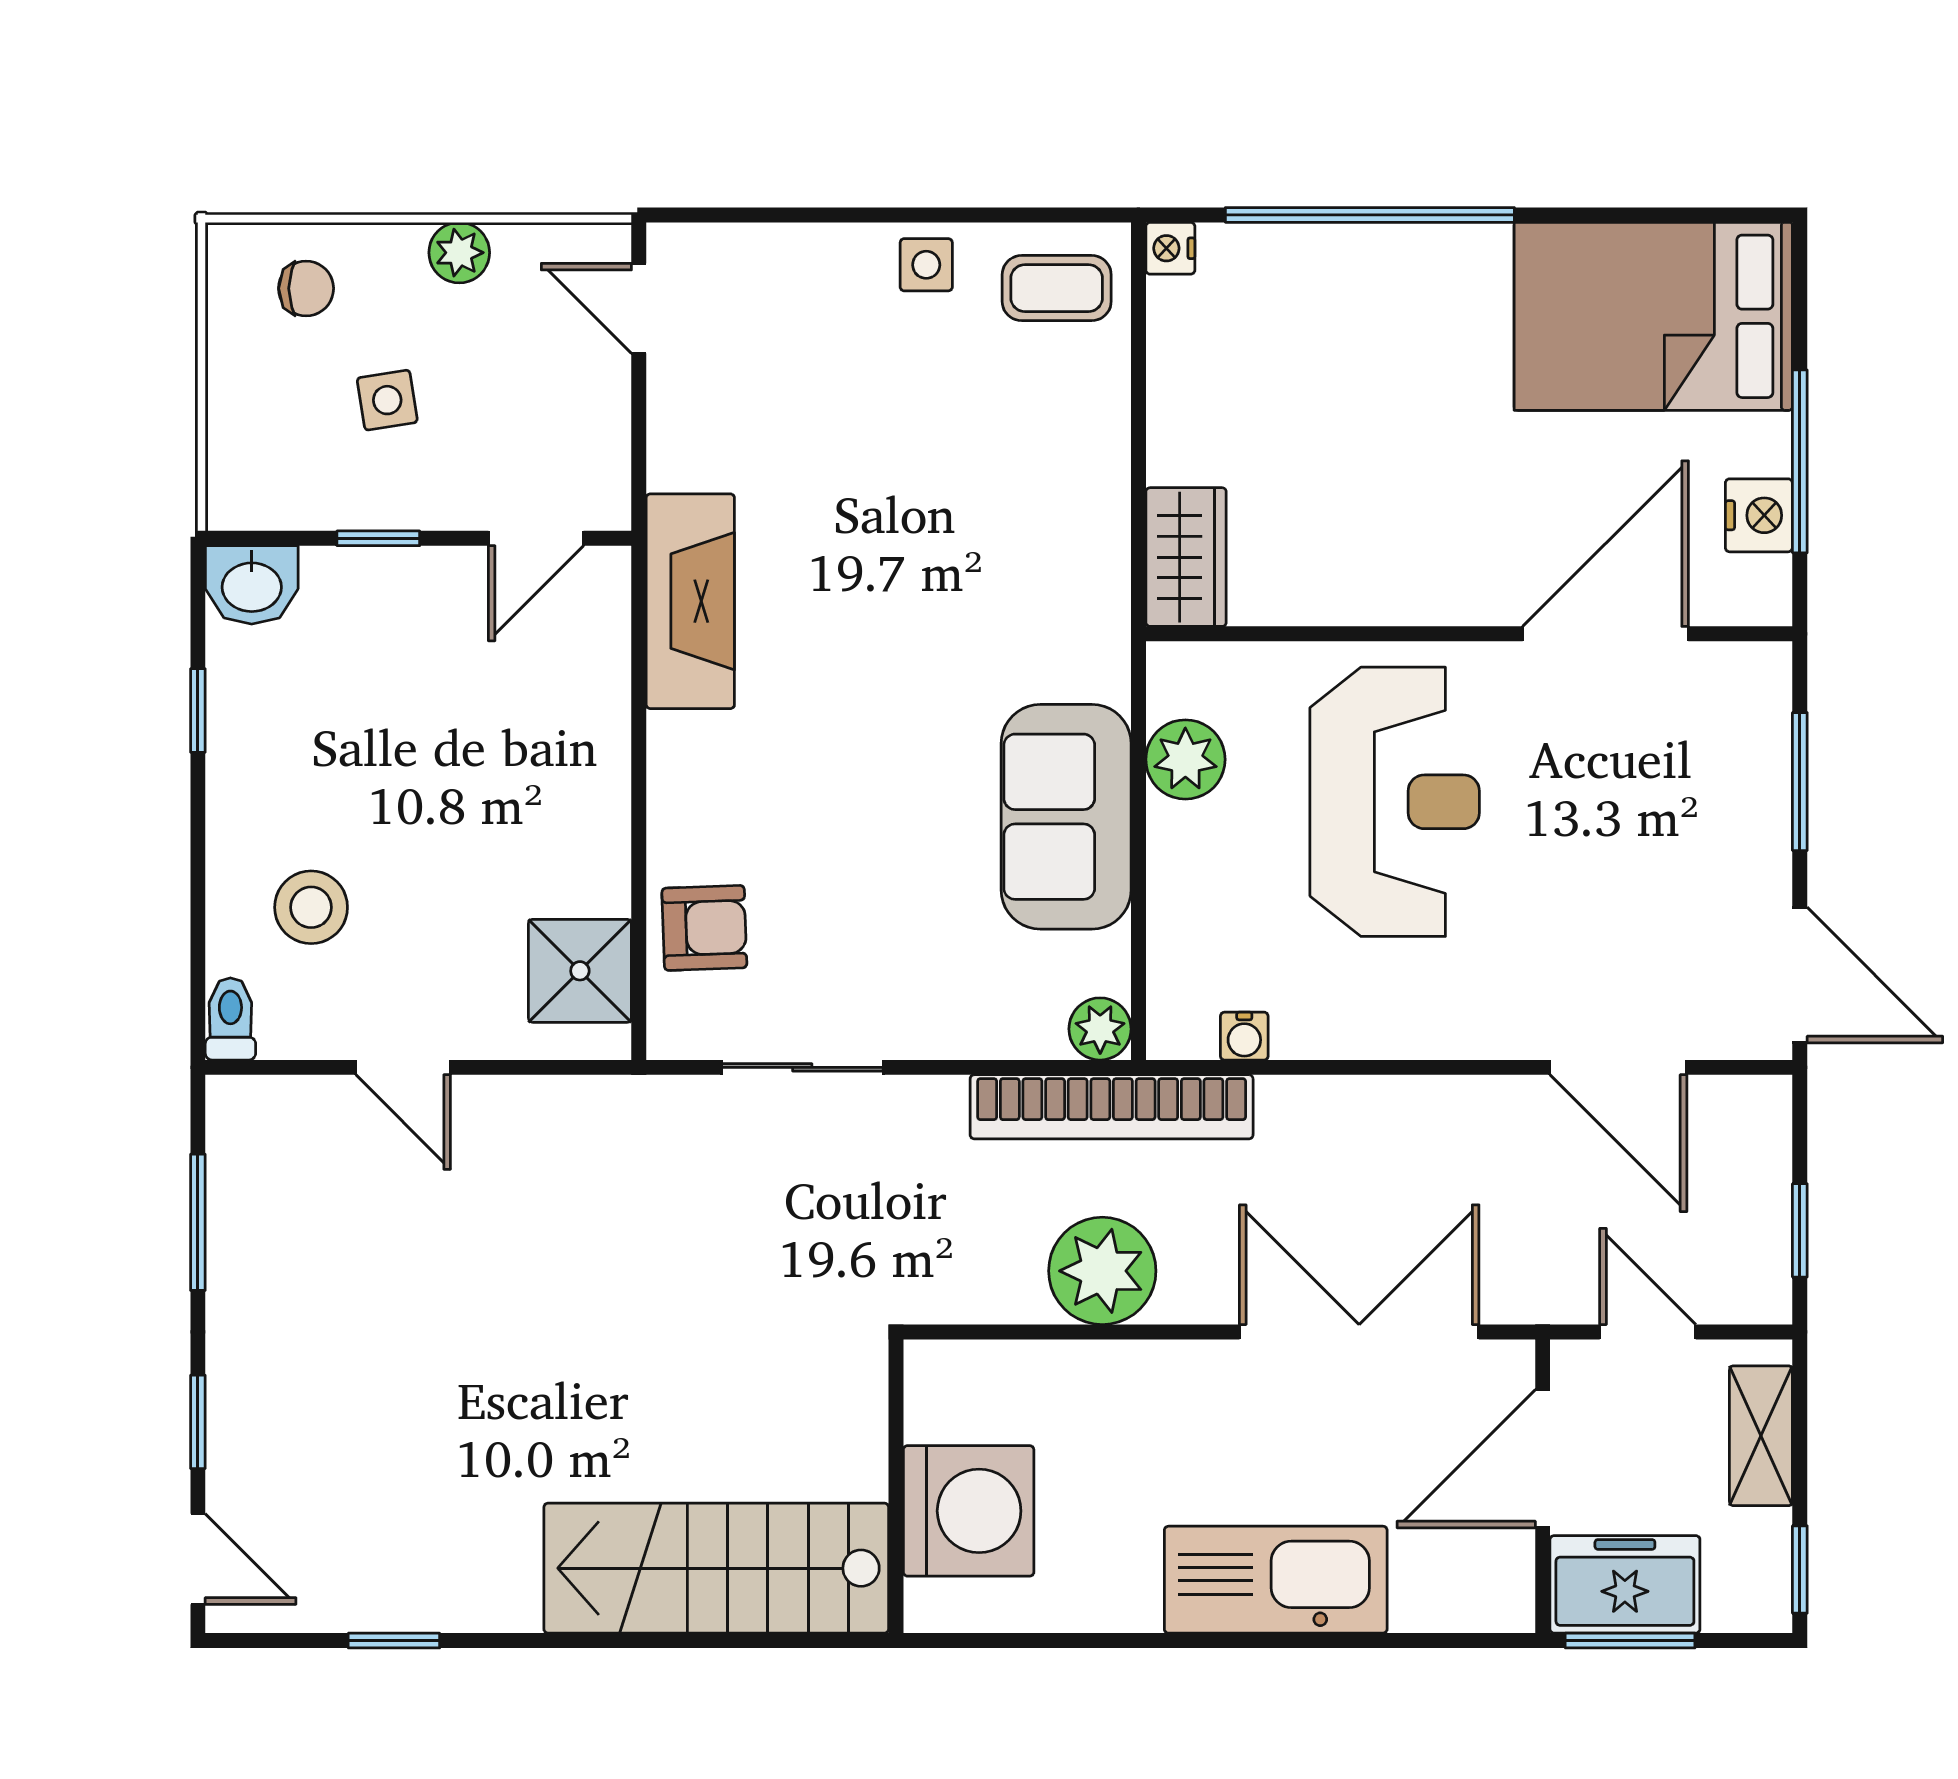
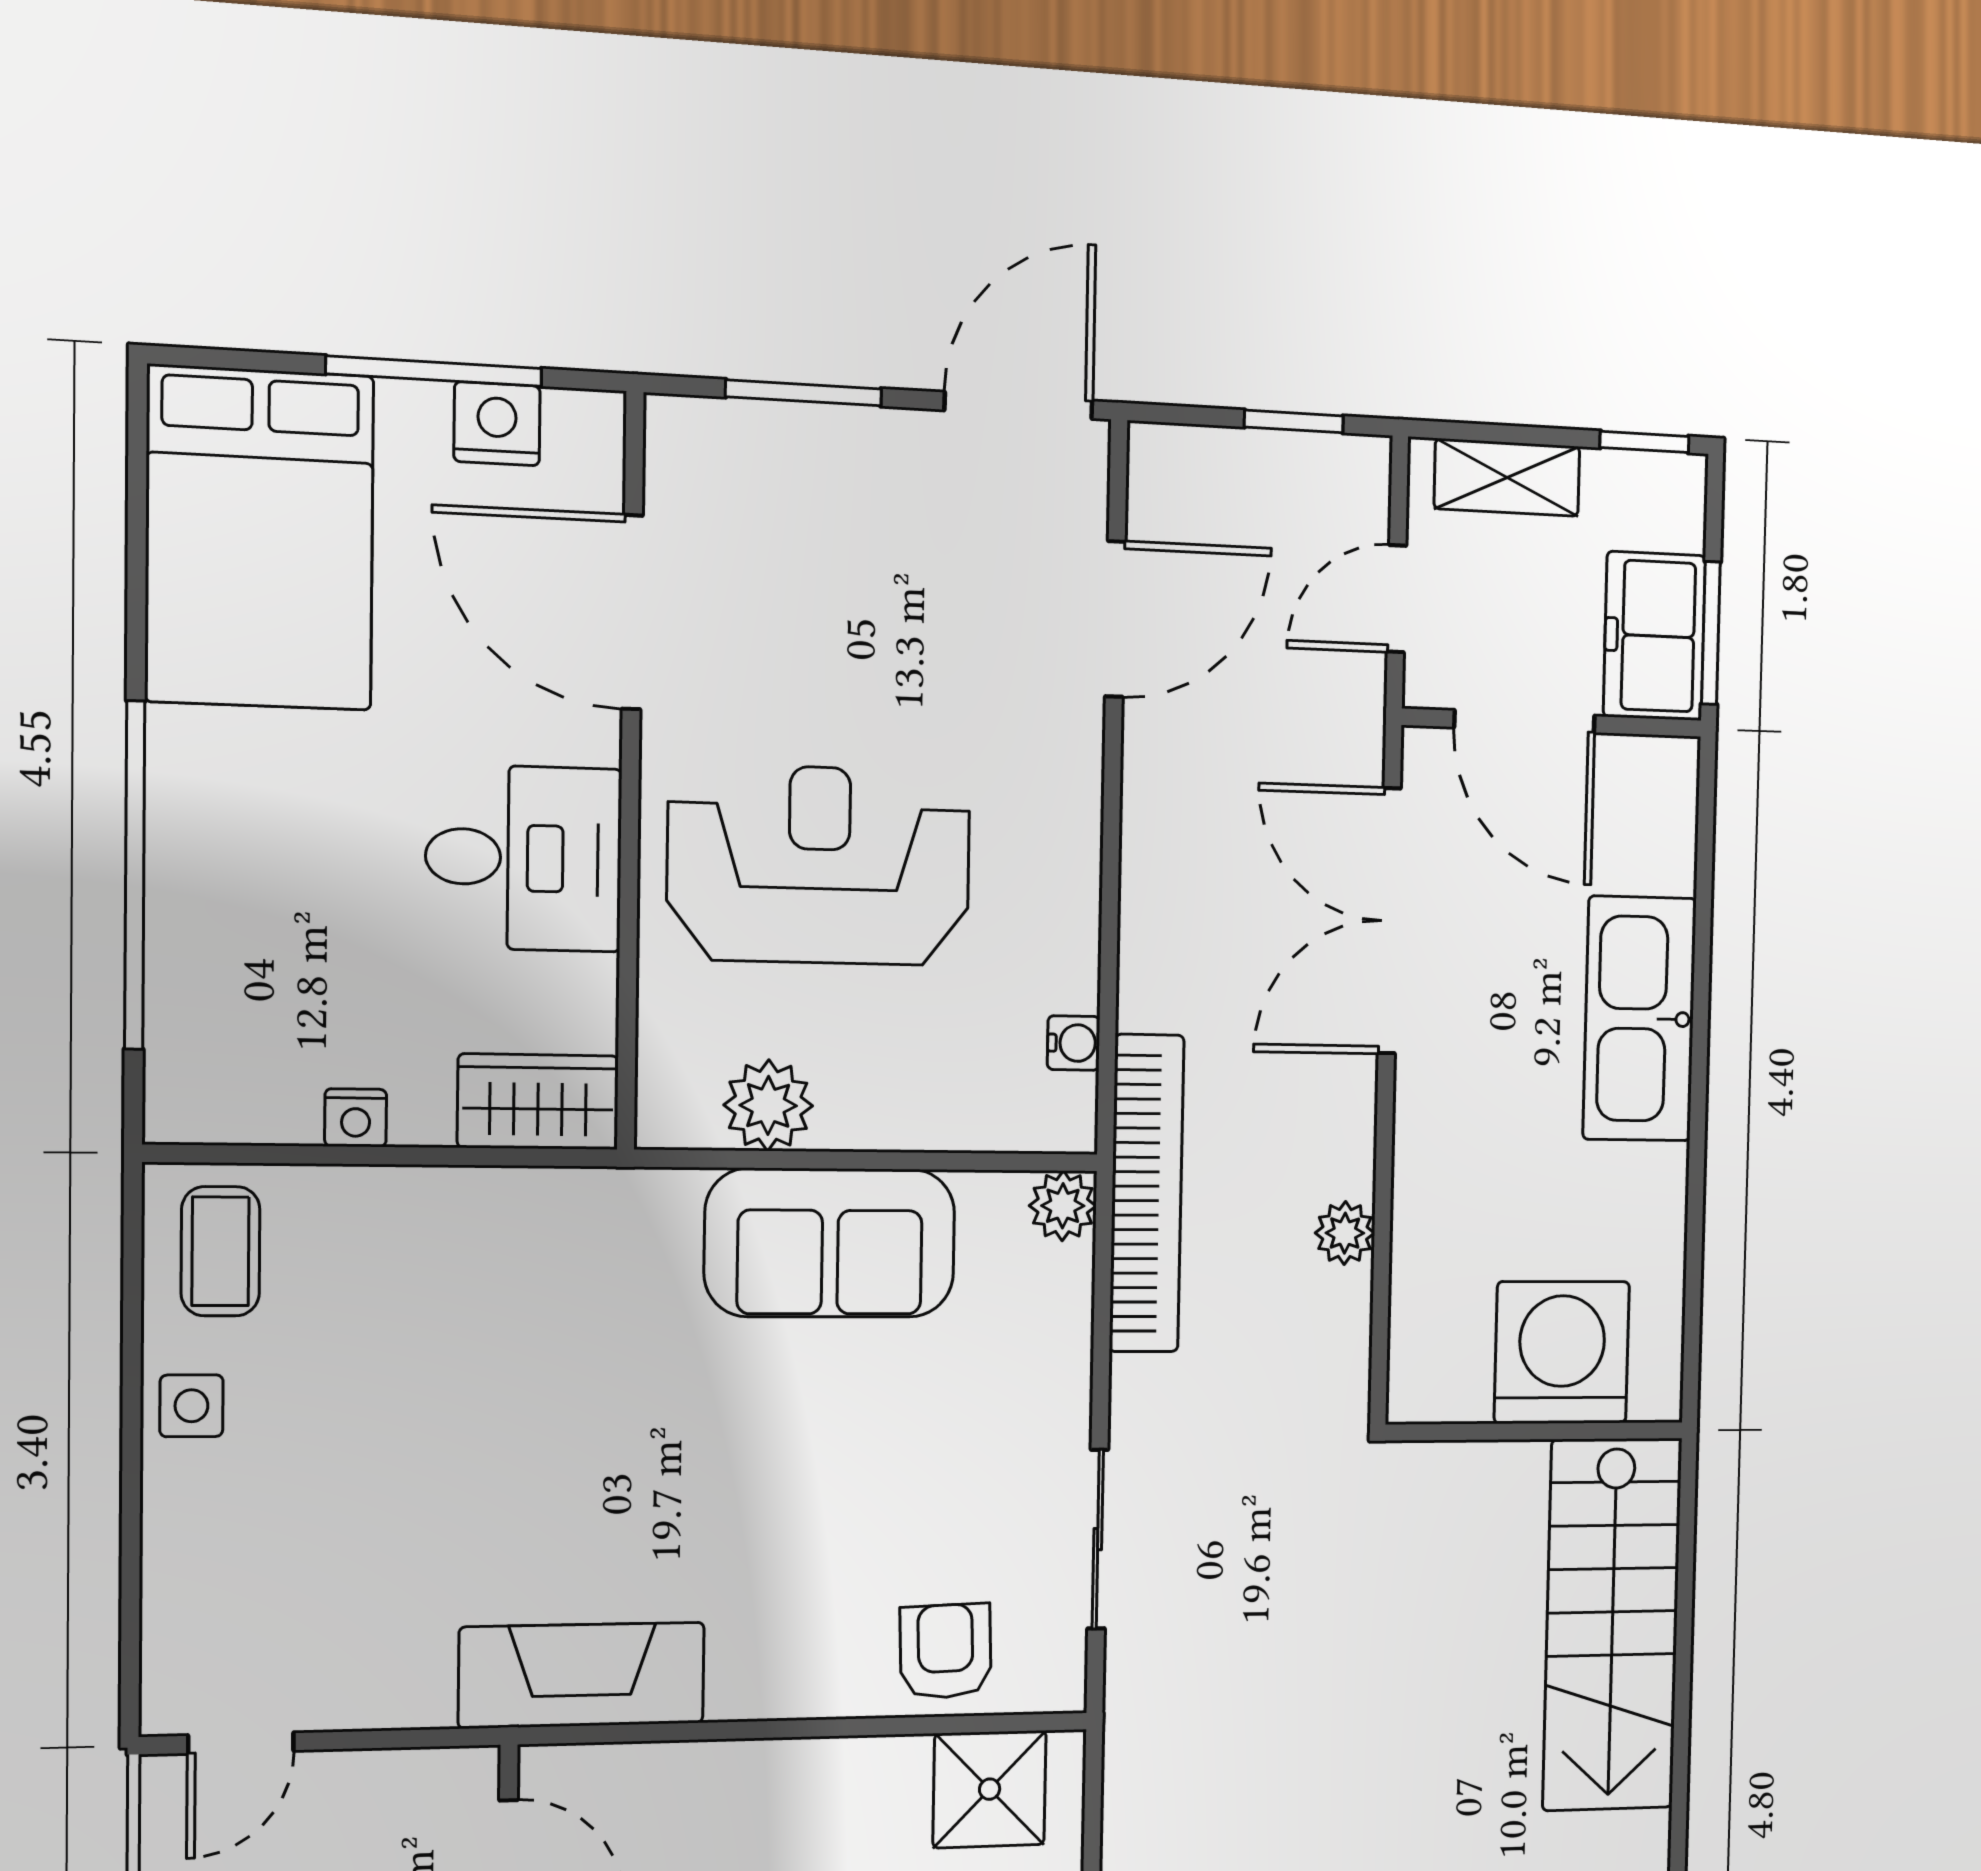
nightstand: (1170, 248) -> (356, 1118), moved
desk: (1393, 542) -> (524, 858), added
plant: (1102, 1271) -> (1345, 1233), width x0.53, depth x0.53

